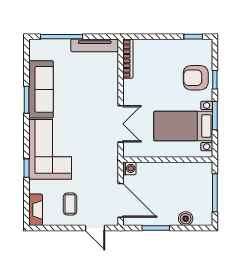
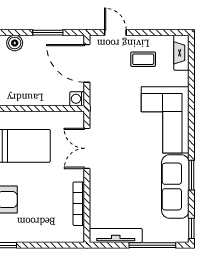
bookcase: (128, 59) -> (79, 204), moved
window: (26, 168) -> (191, 228), moved
coffee table: (70, 204) -> (143, 59), turned 90

